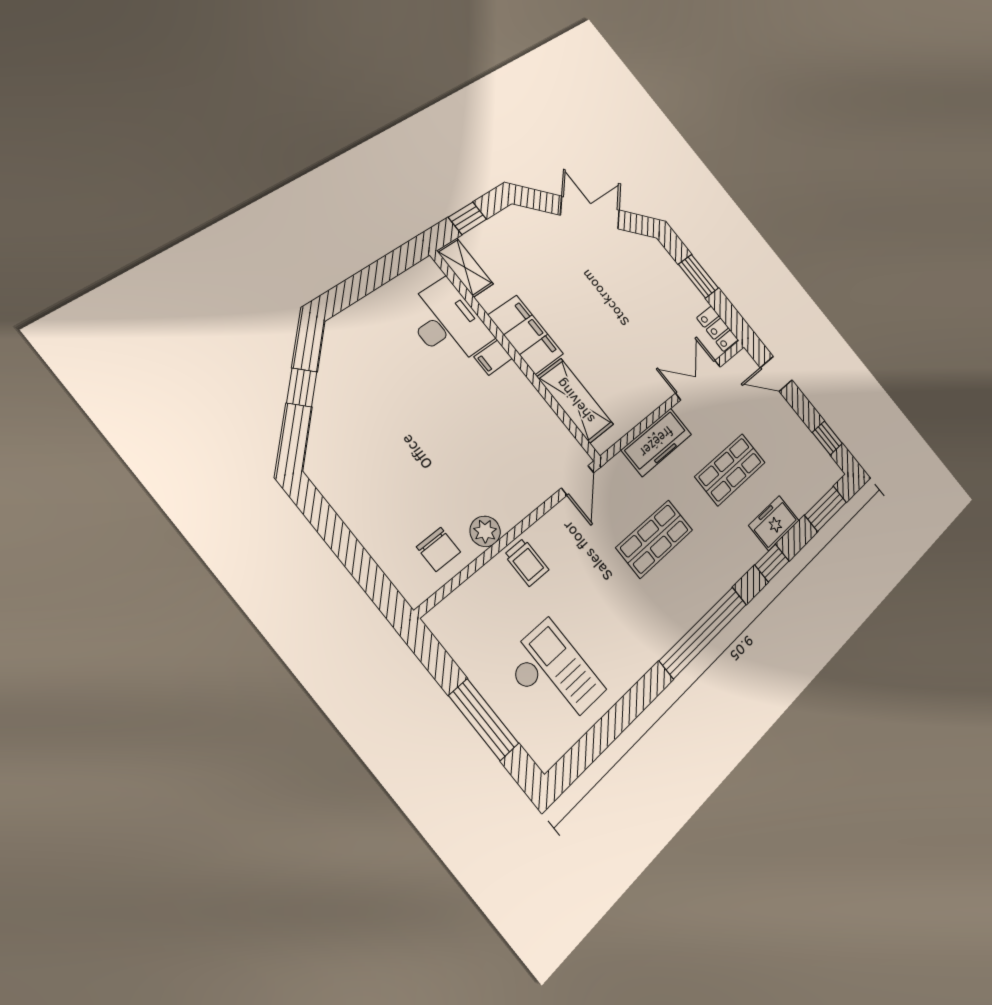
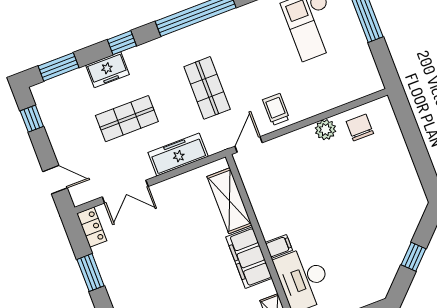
shop shelf: (655, 539) -> (207, 88), turned 90
trolley: (526, 562) -> (276, 109), moved

